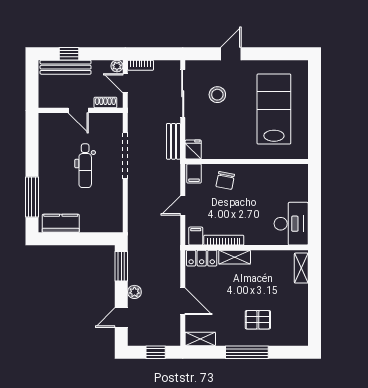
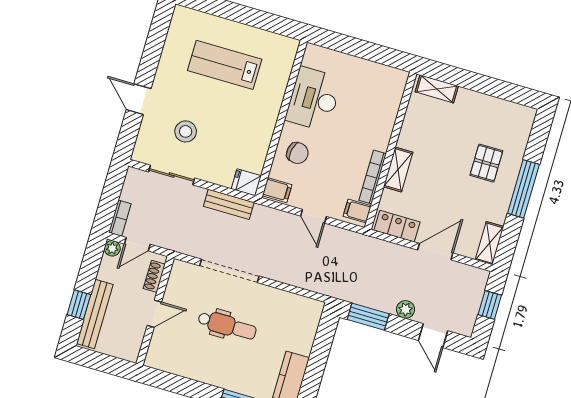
sliding door: (183, 94) -> (172, 175), width x0.73
lab bench: (274, 109) -> (225, 65), width x0.73, depth x0.72
desk: (291, 224) -> (314, 99), moved, turned -90
locker: (202, 258) -> (397, 226), moved, turned -90

